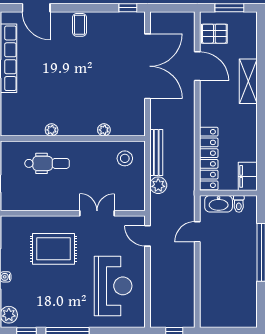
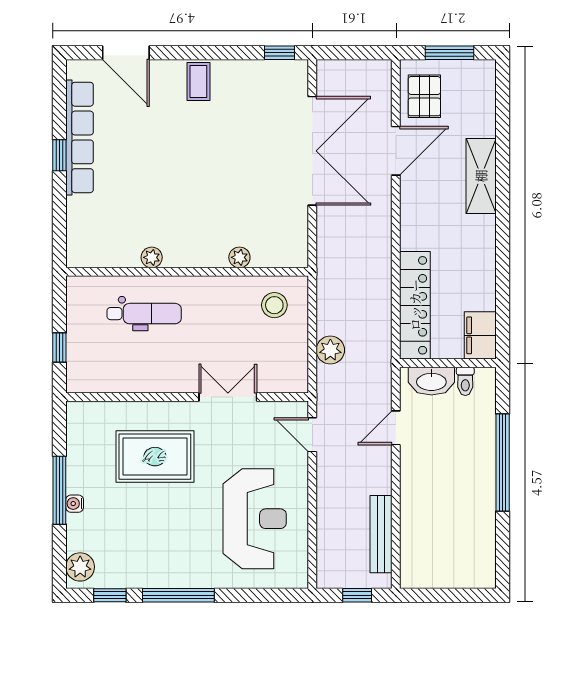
pallet: (214, 34) -> (424, 96), turned 90
door: (197, 66) -> (396, 151), hinge flipped
bench: (156, 152) -> (381, 534), moved

